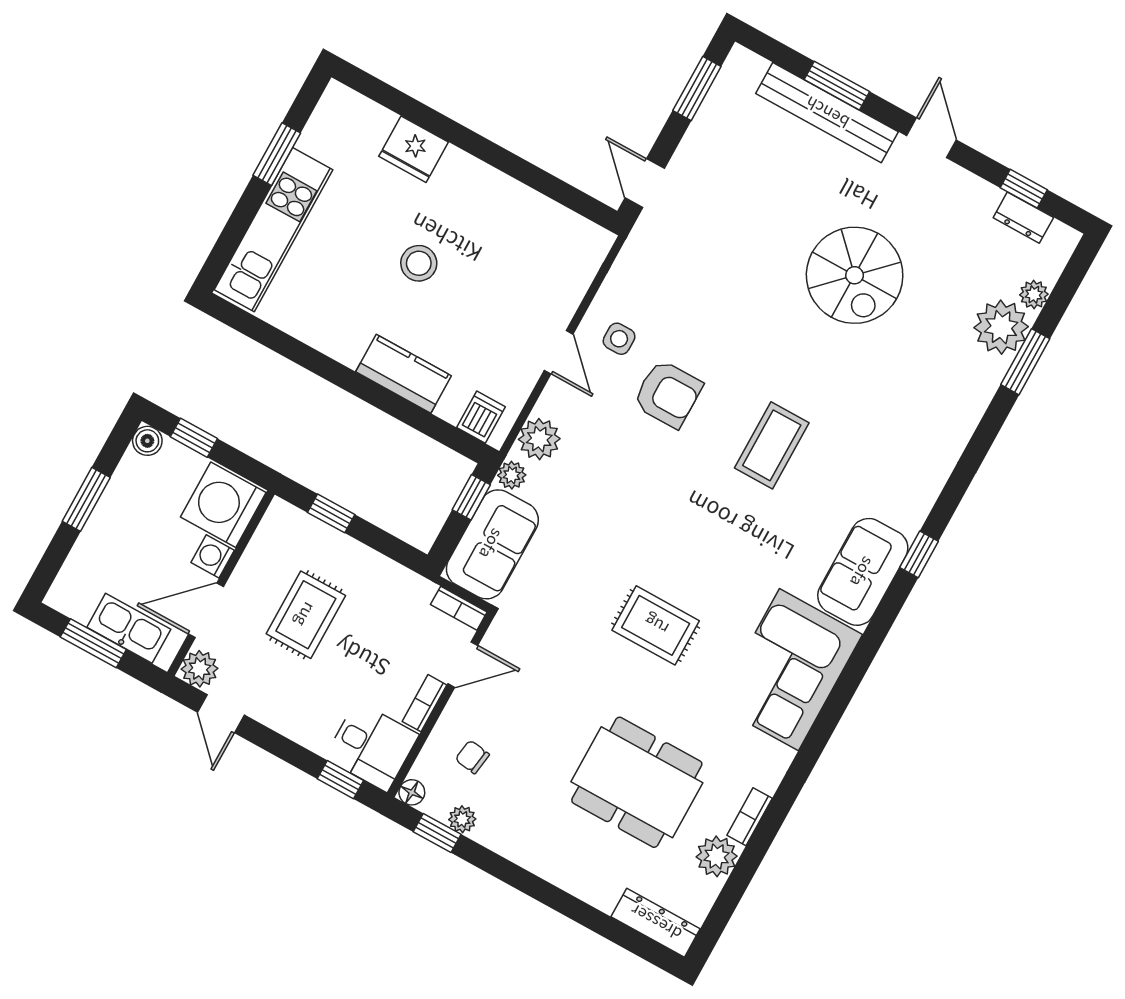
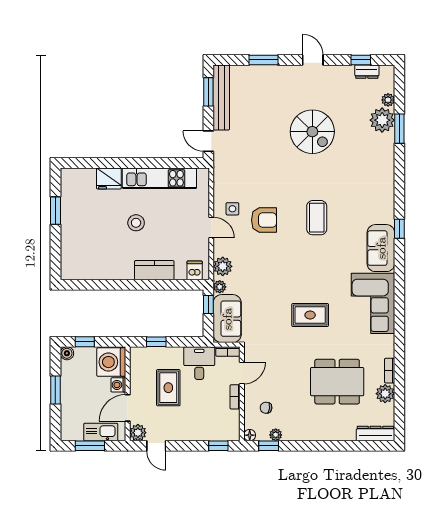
bench: (827, 113) -> (221, 97), moved, turned 90
kitchen unit: (273, 230) -> (159, 178), moved, turned 90
desk: (372, 746) -> (199, 363), moved, turned -90

